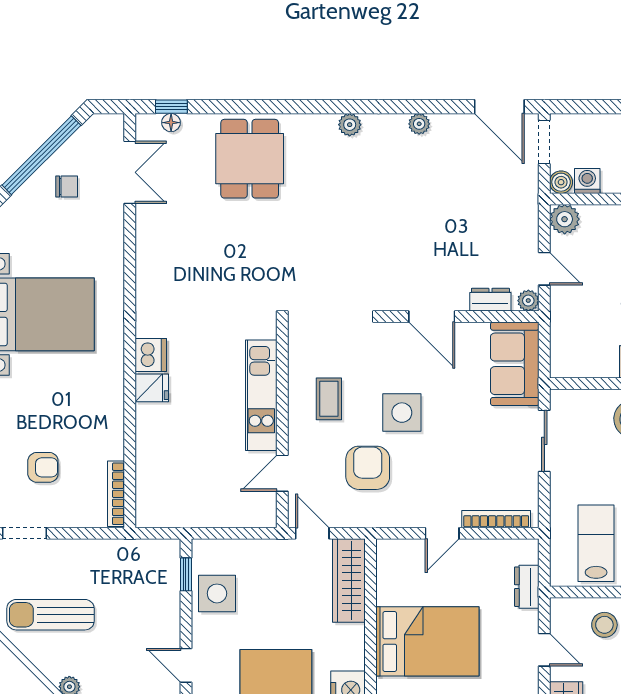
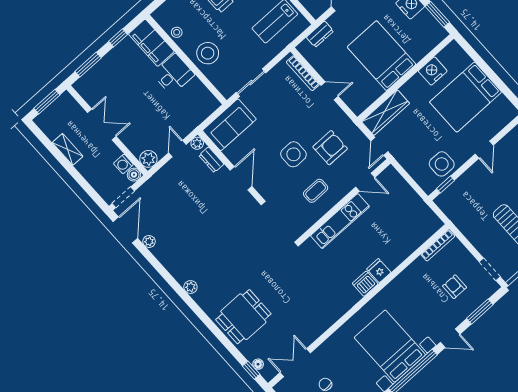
plant: (419, 124) -> (149, 241), moved
armchair: (368, 468) -> (330, 148), turned 180

